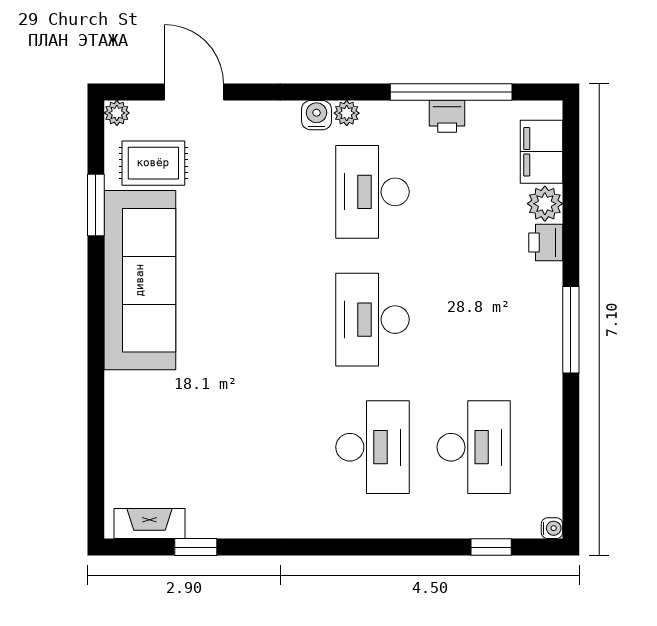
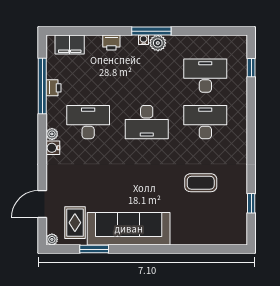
desk: (372, 192) -> (88, 122), turned 180
plant: (545, 204) -> (158, 43), moved
coffee table: (240, 437) -> (201, 183), added
fireplace: (150, 524) -> (240, 224), removed
water cooler: (552, 528) -> (144, 40), moved

